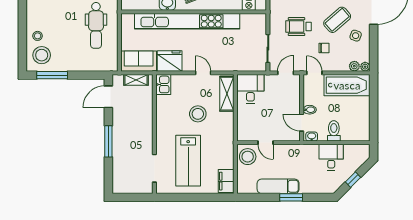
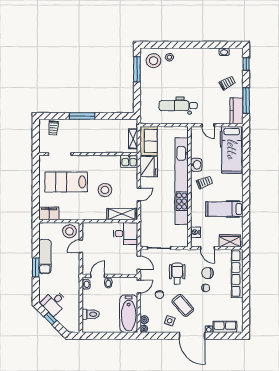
door: (108, 97) -> (119, 116), removed
toilet: (334, 131) -> (91, 314), moved
desk: (331, 157) -> (54, 303), moved, turned 135
trolley: (123, 176) -> (53, 128), added

